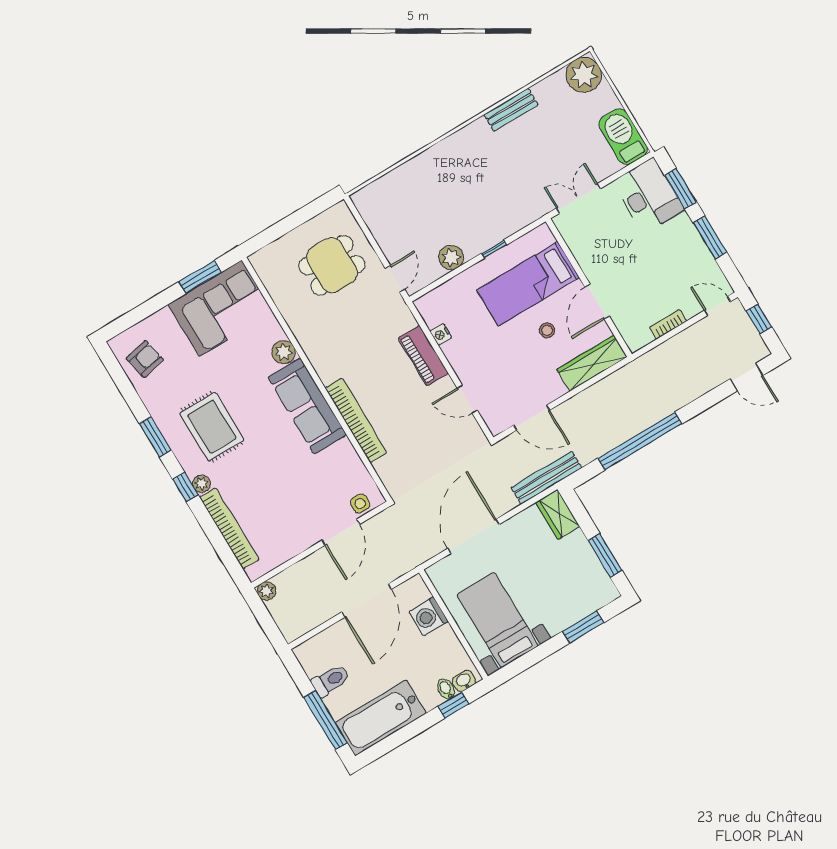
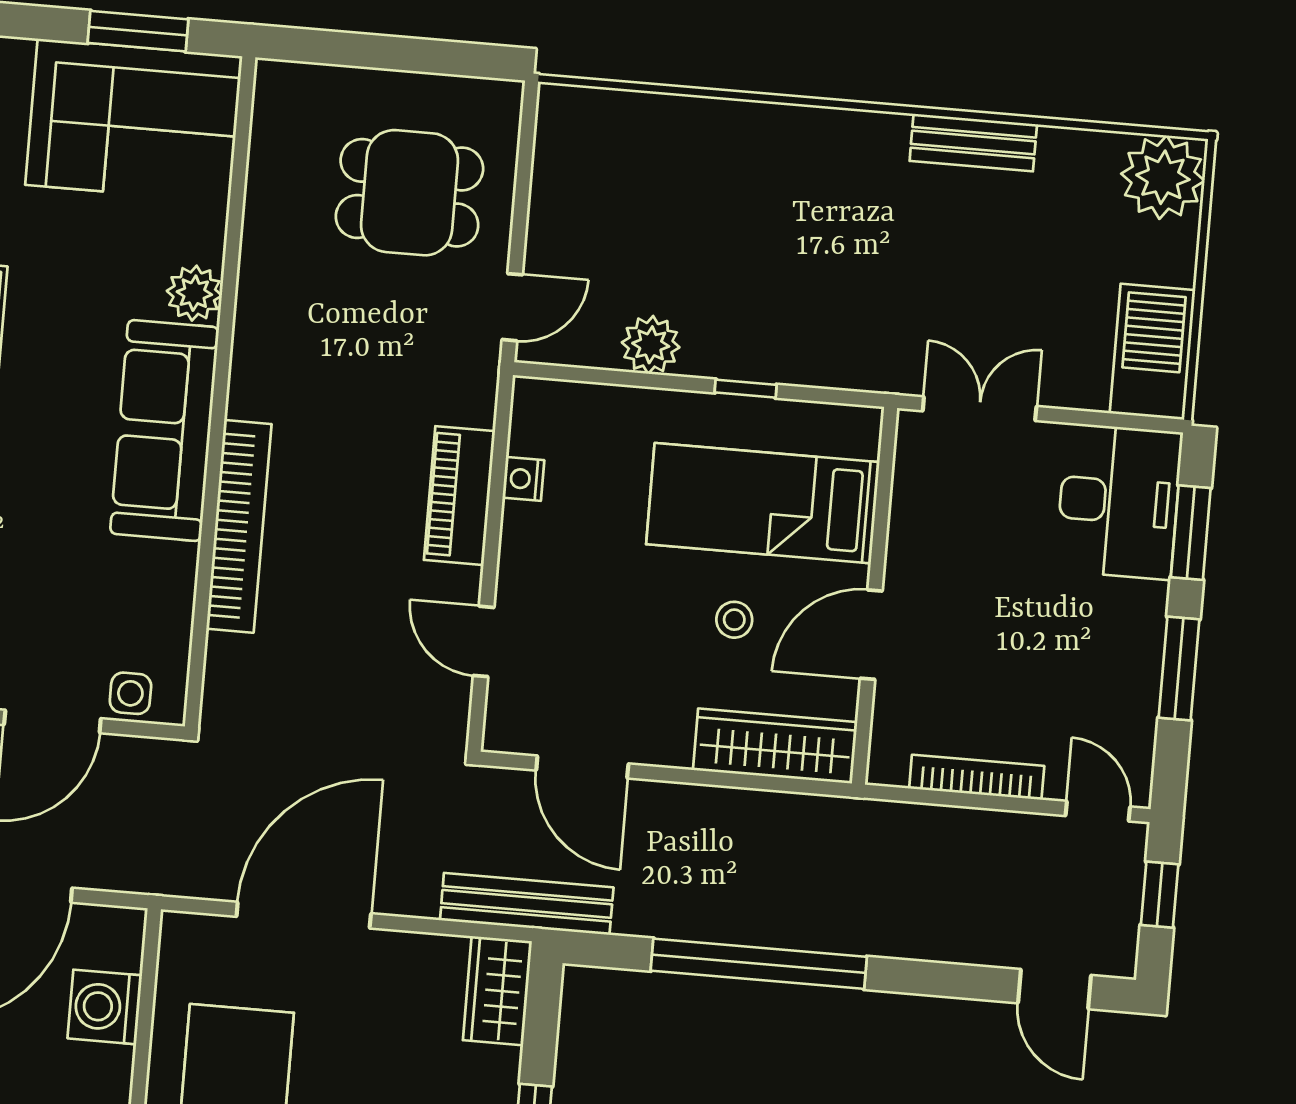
bookcase: (668, 324) -> (977, 777), width x1.56

